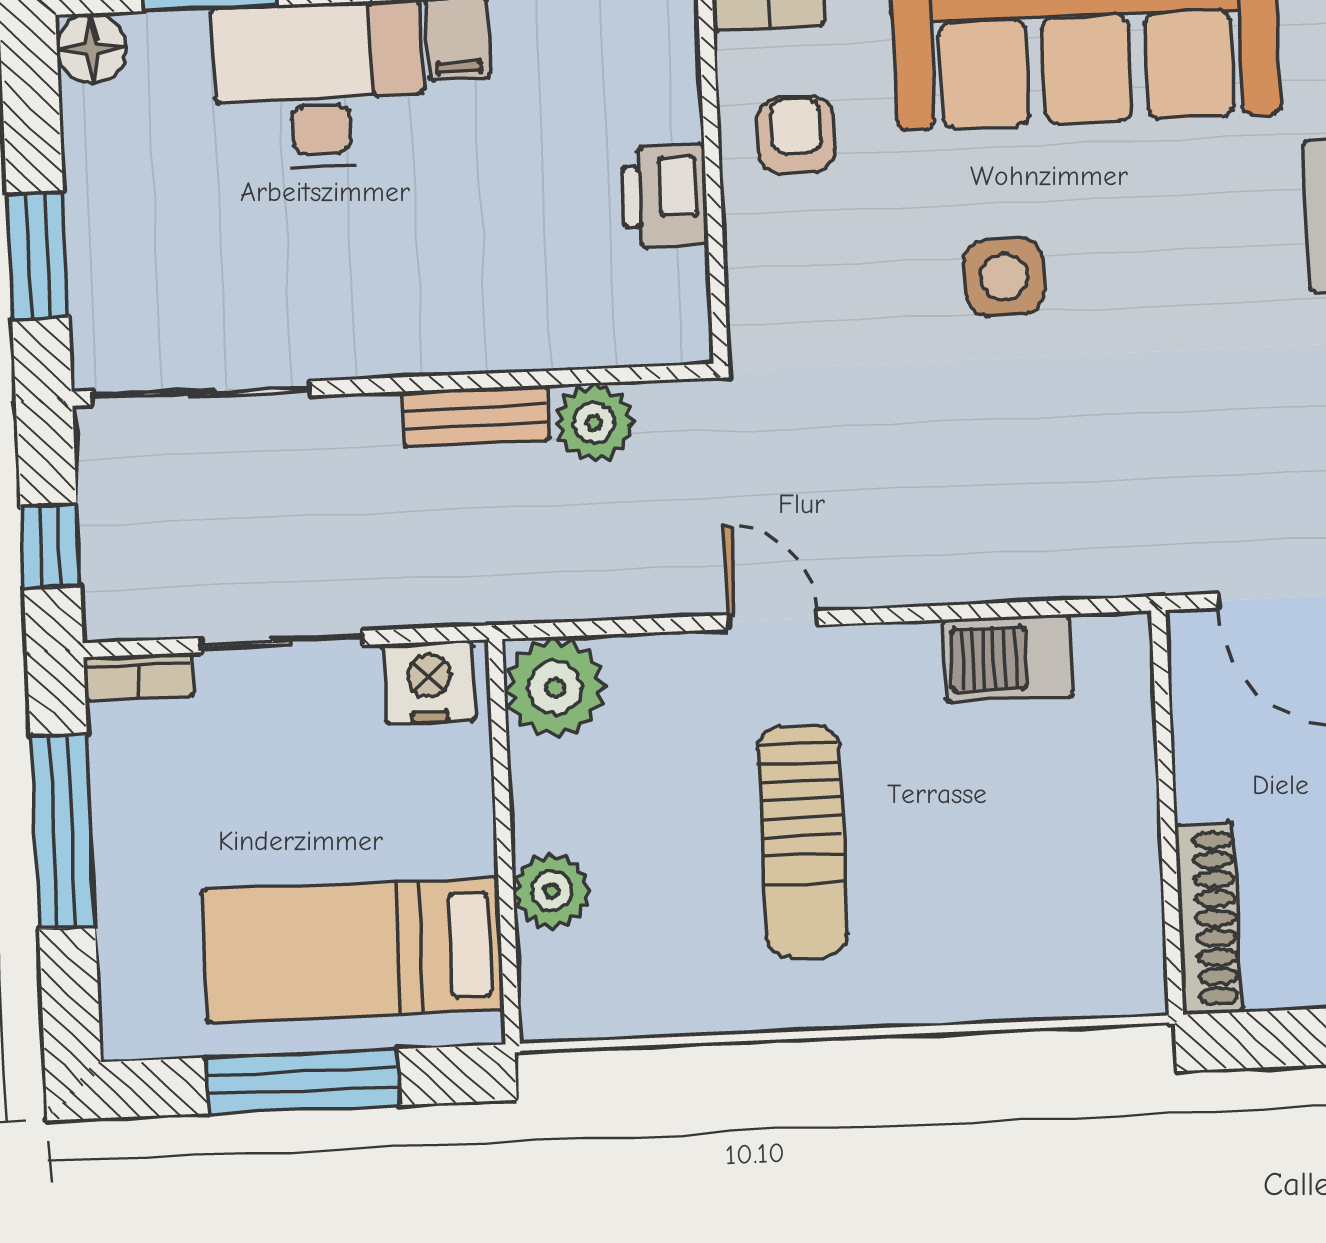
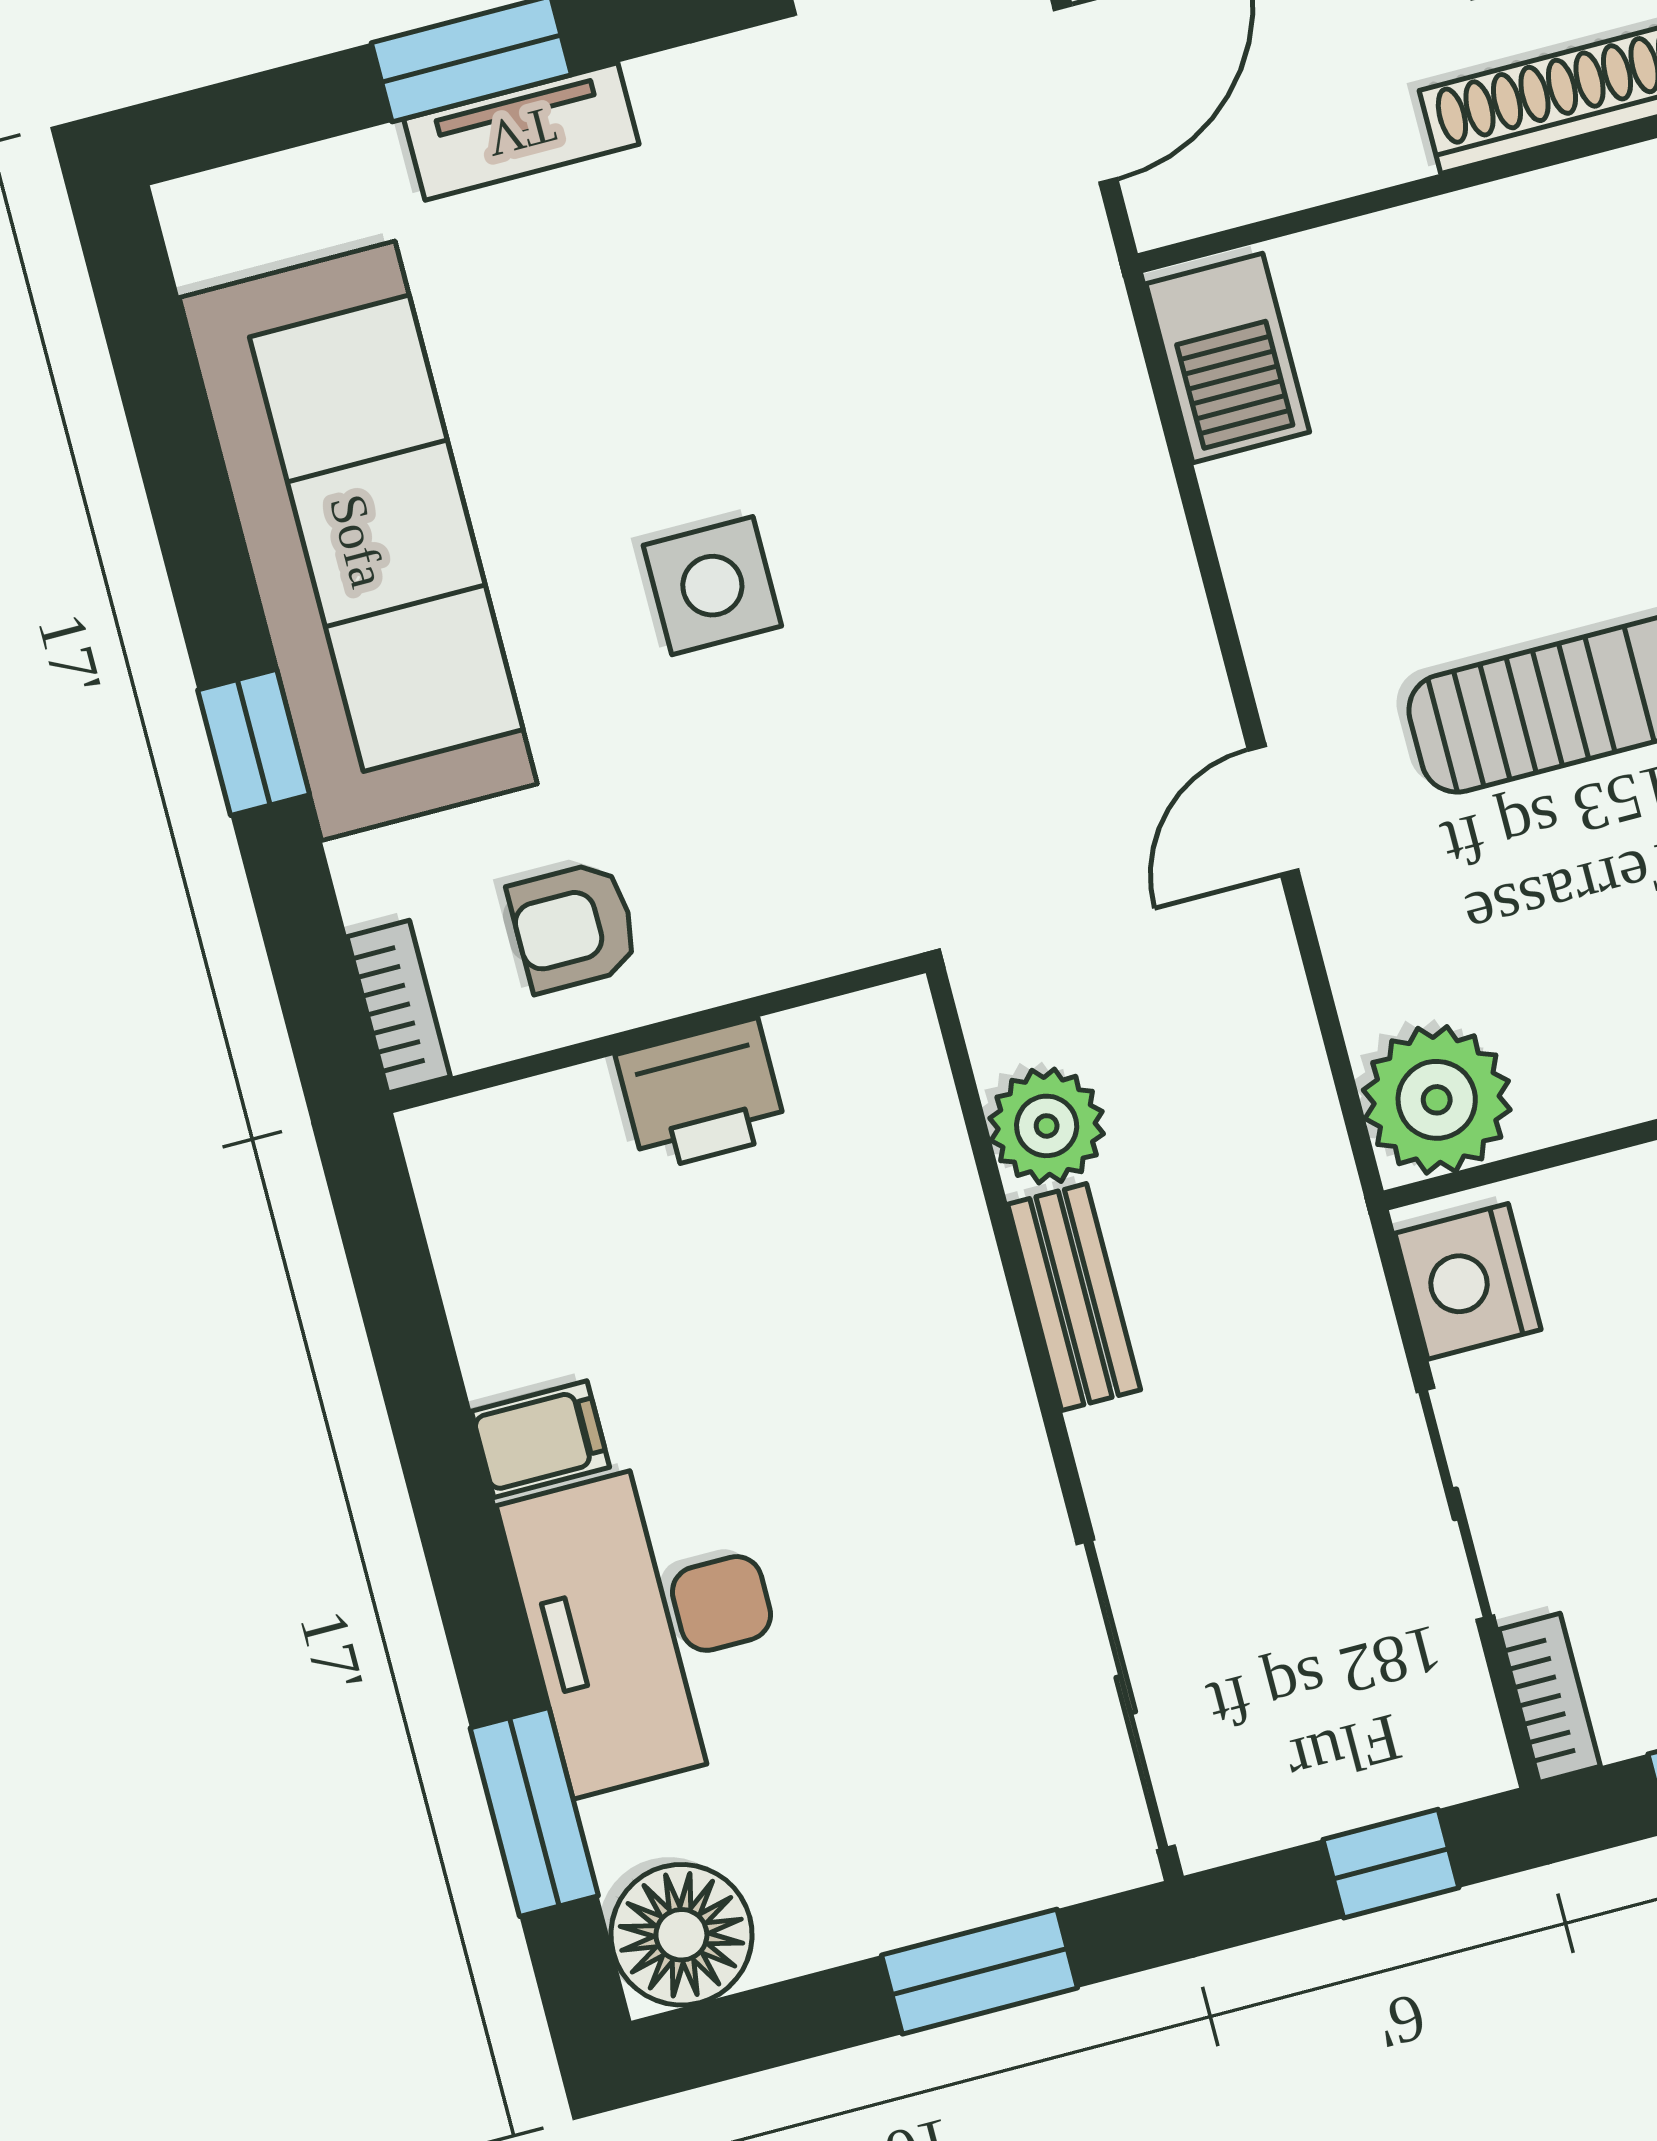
floor lamp: (92, 48) -> (681, 1935), width x1.38, depth x1.38
barbecue: (1008, 658) -> (1228, 358), moved

